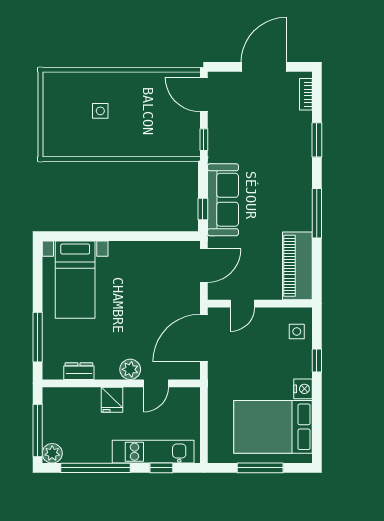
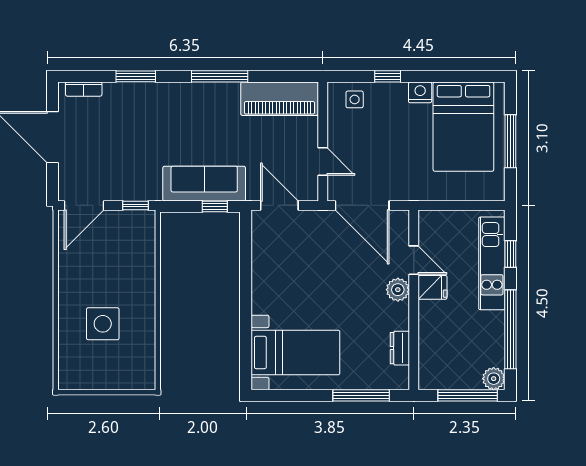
side table: (100, 111) -> (103, 324), width x1.87, depth x1.87
fridge: (112, 400) -> (433, 287), moved

